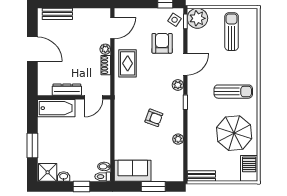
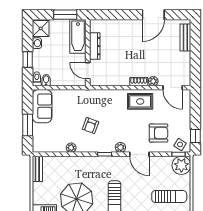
dresser: (67, 90) -> (95, 46), moved
wall: (74, 97) -> (88, 53), moved
door: (94, 97) -> (88, 71), moved
bathtub: (56, 108) -> (78, 36), moved

